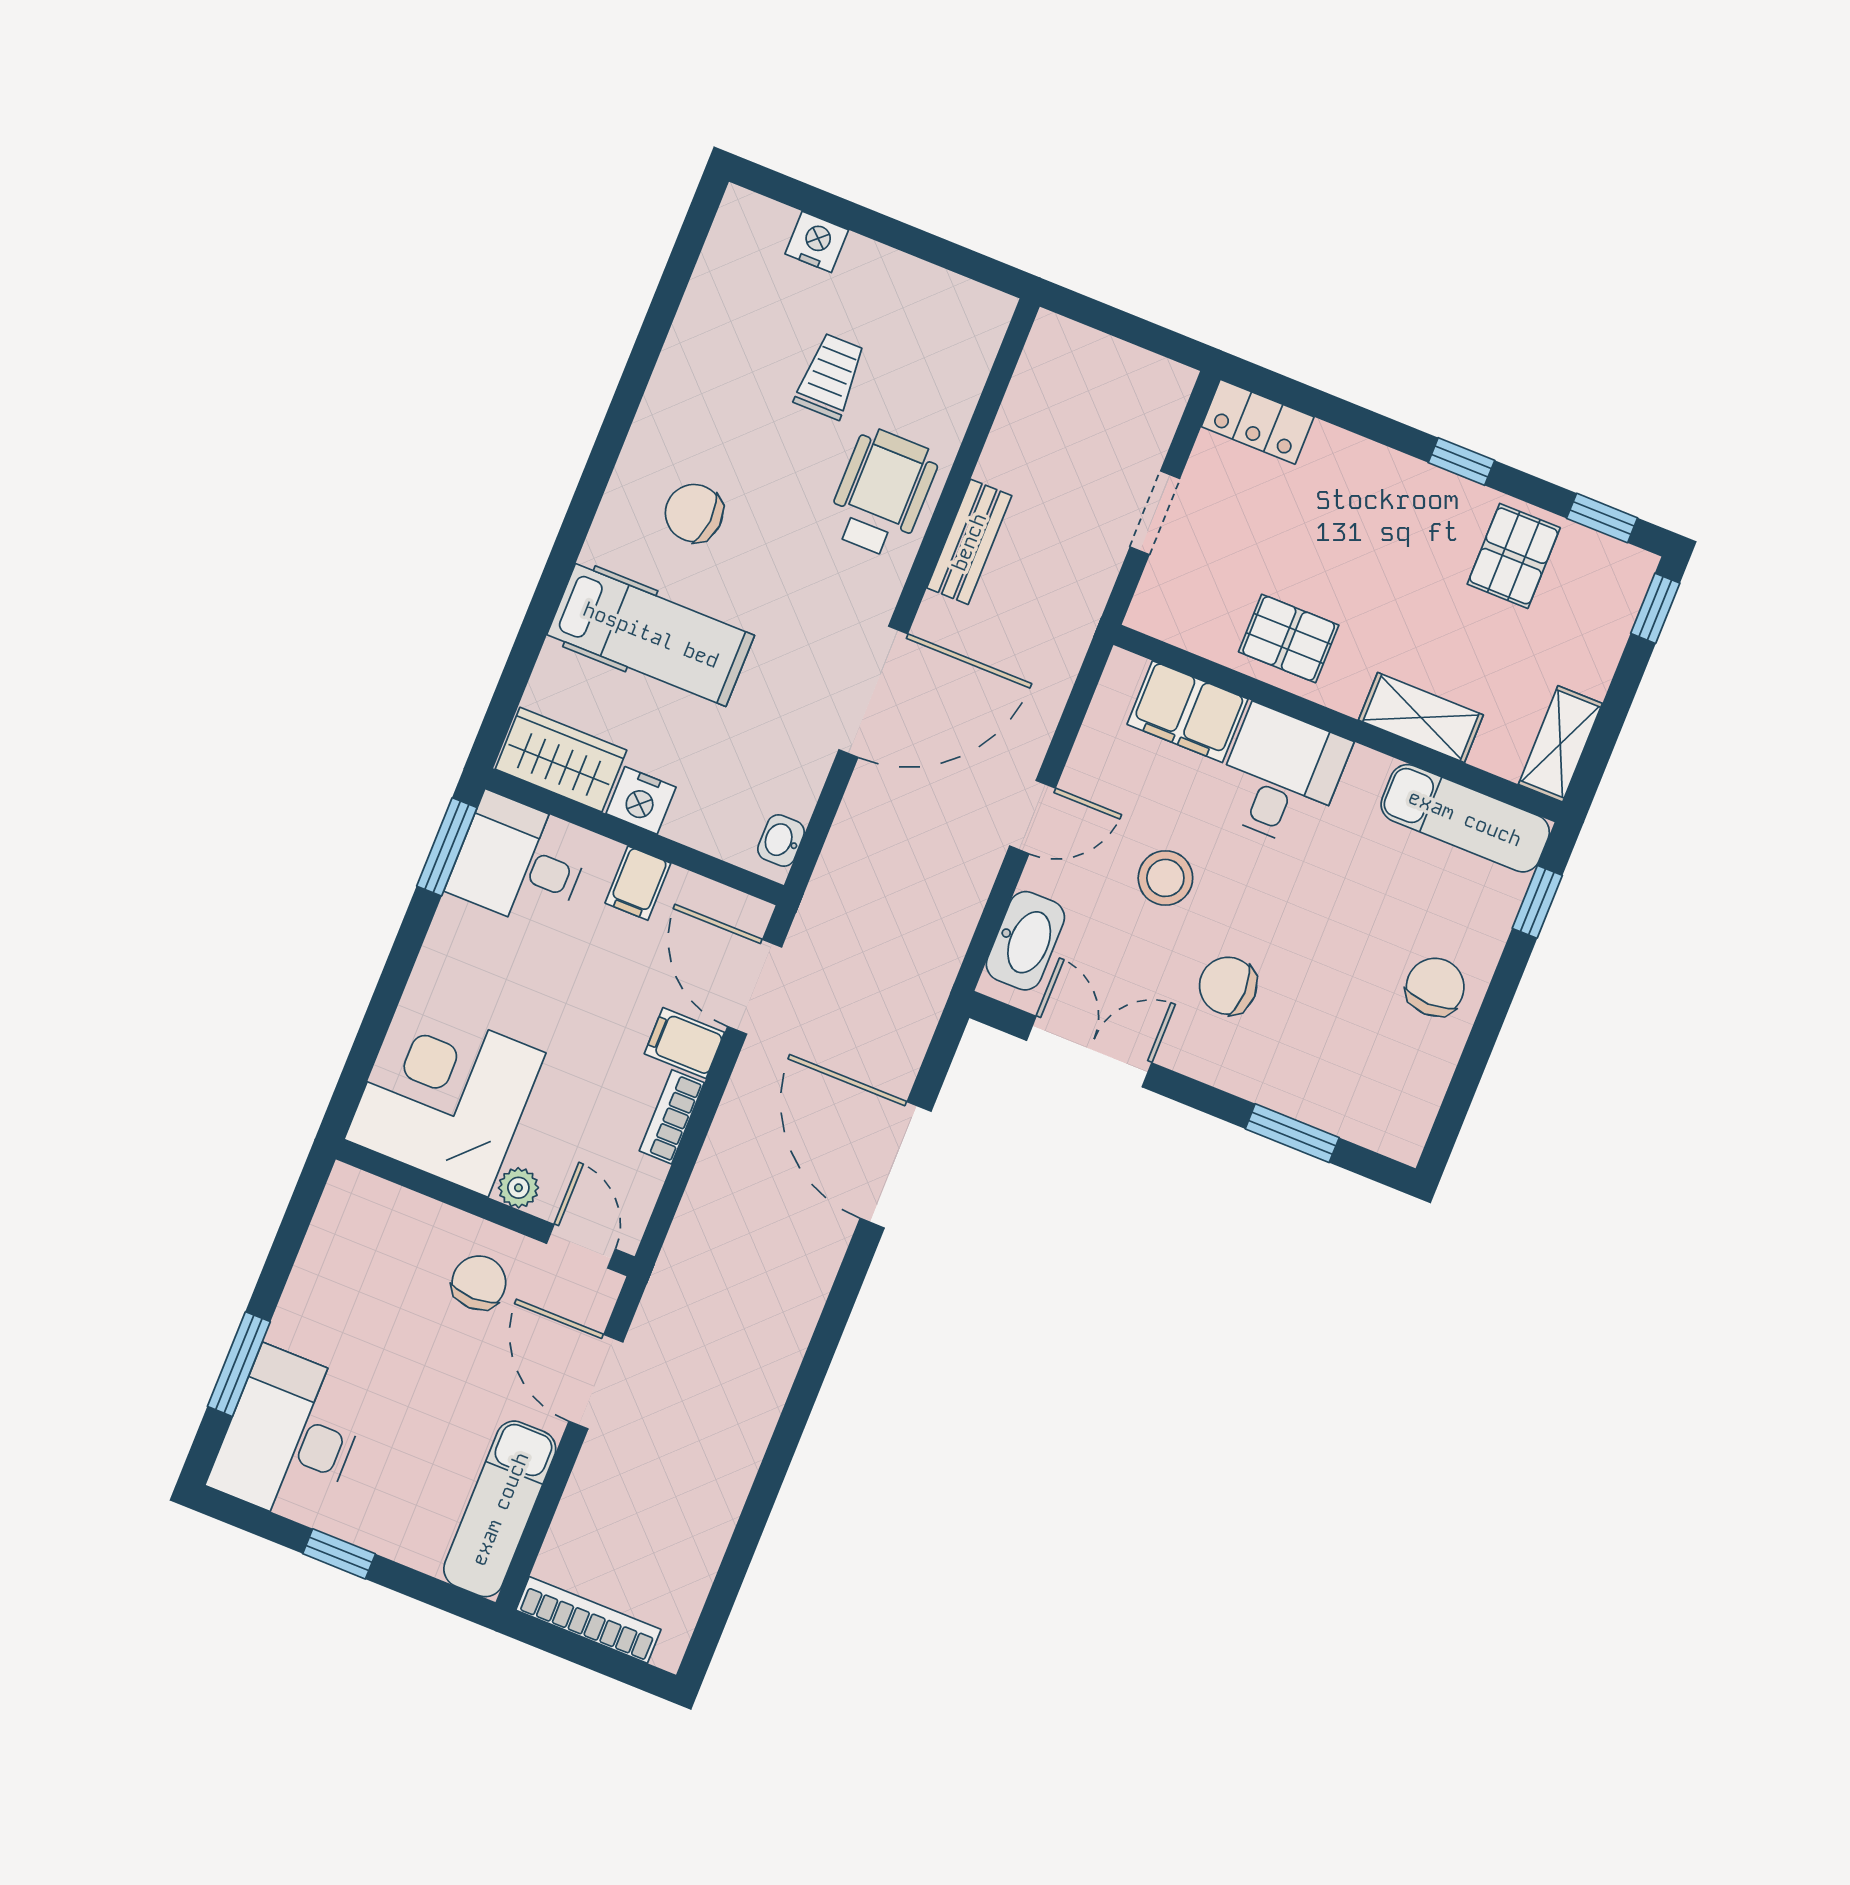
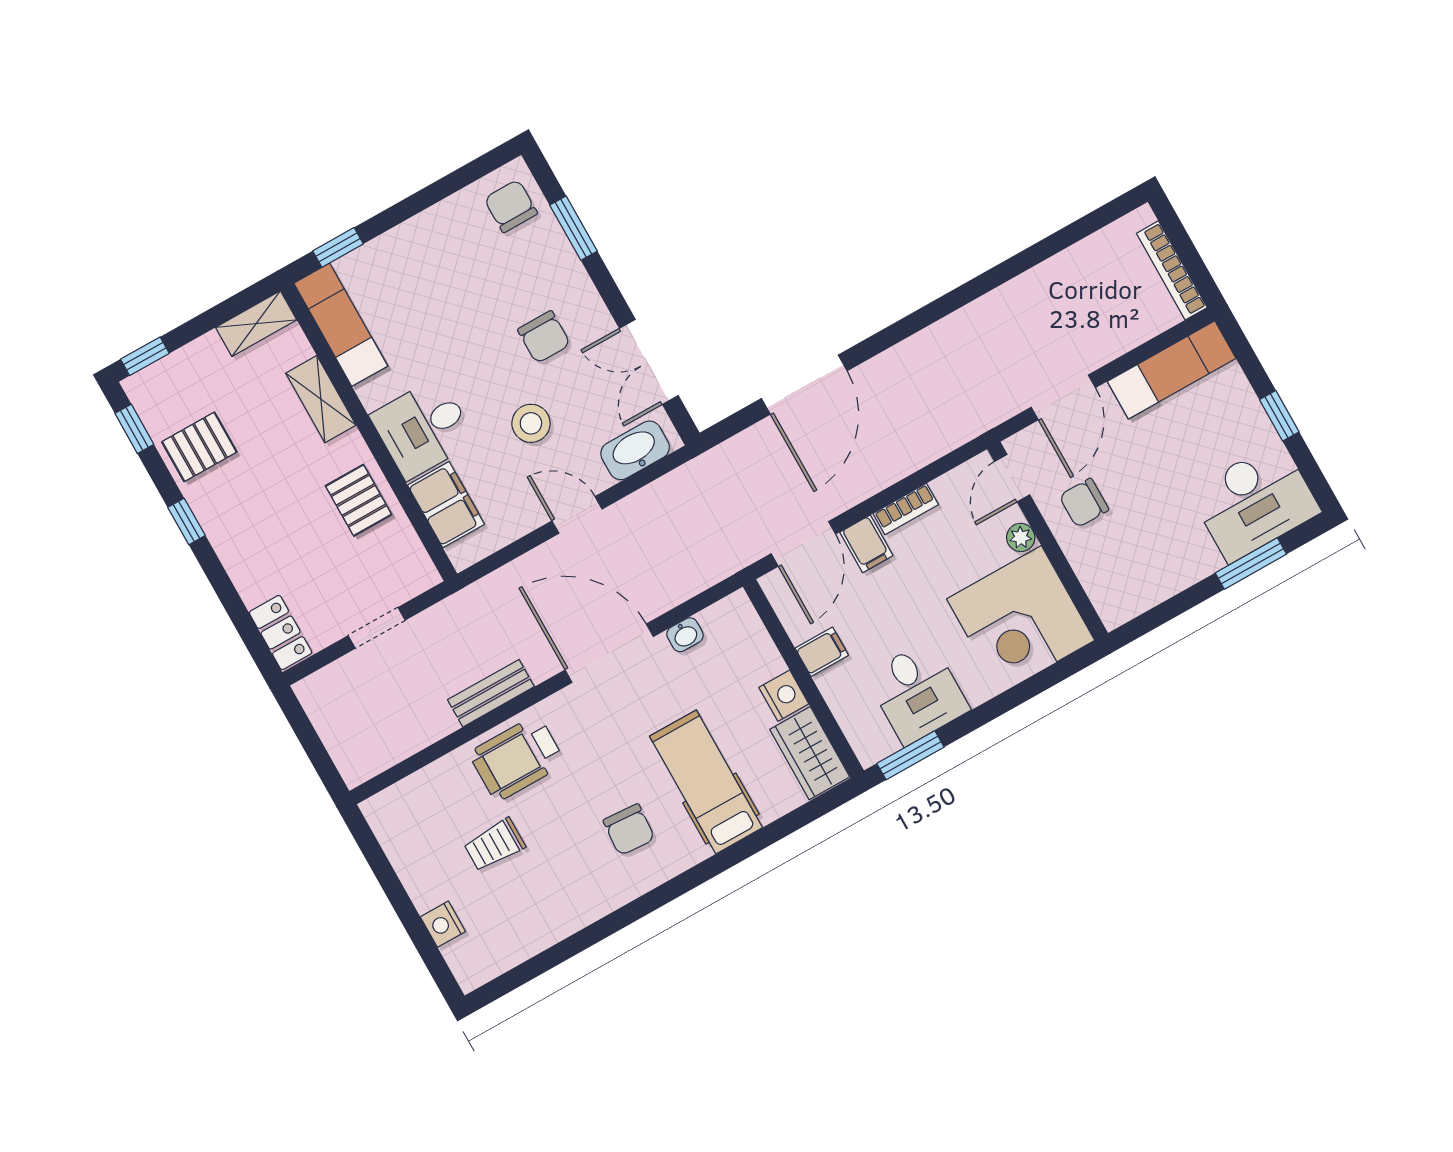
washbasin: (781, 841) -> (685, 635), moved
desk: (520, 862) -> (917, 692), moved
chair: (1435, 987) -> (511, 206), moved, turned 90

